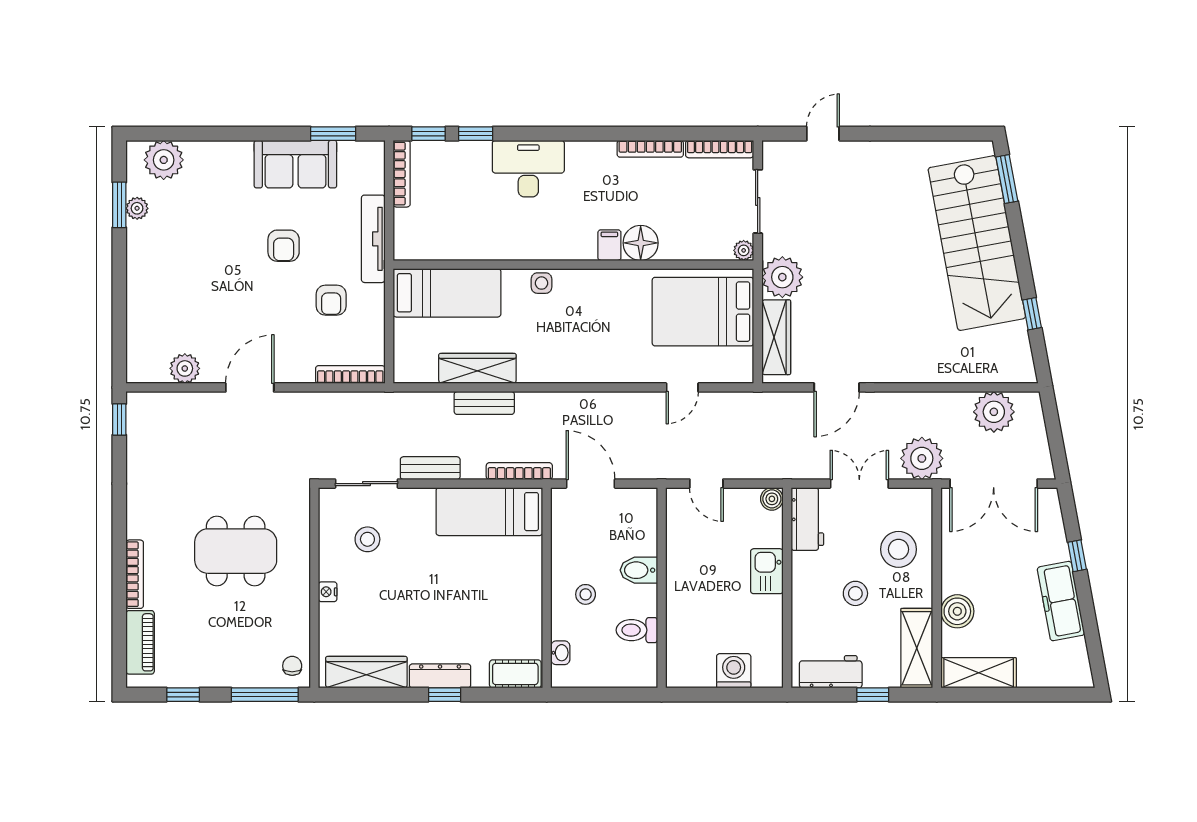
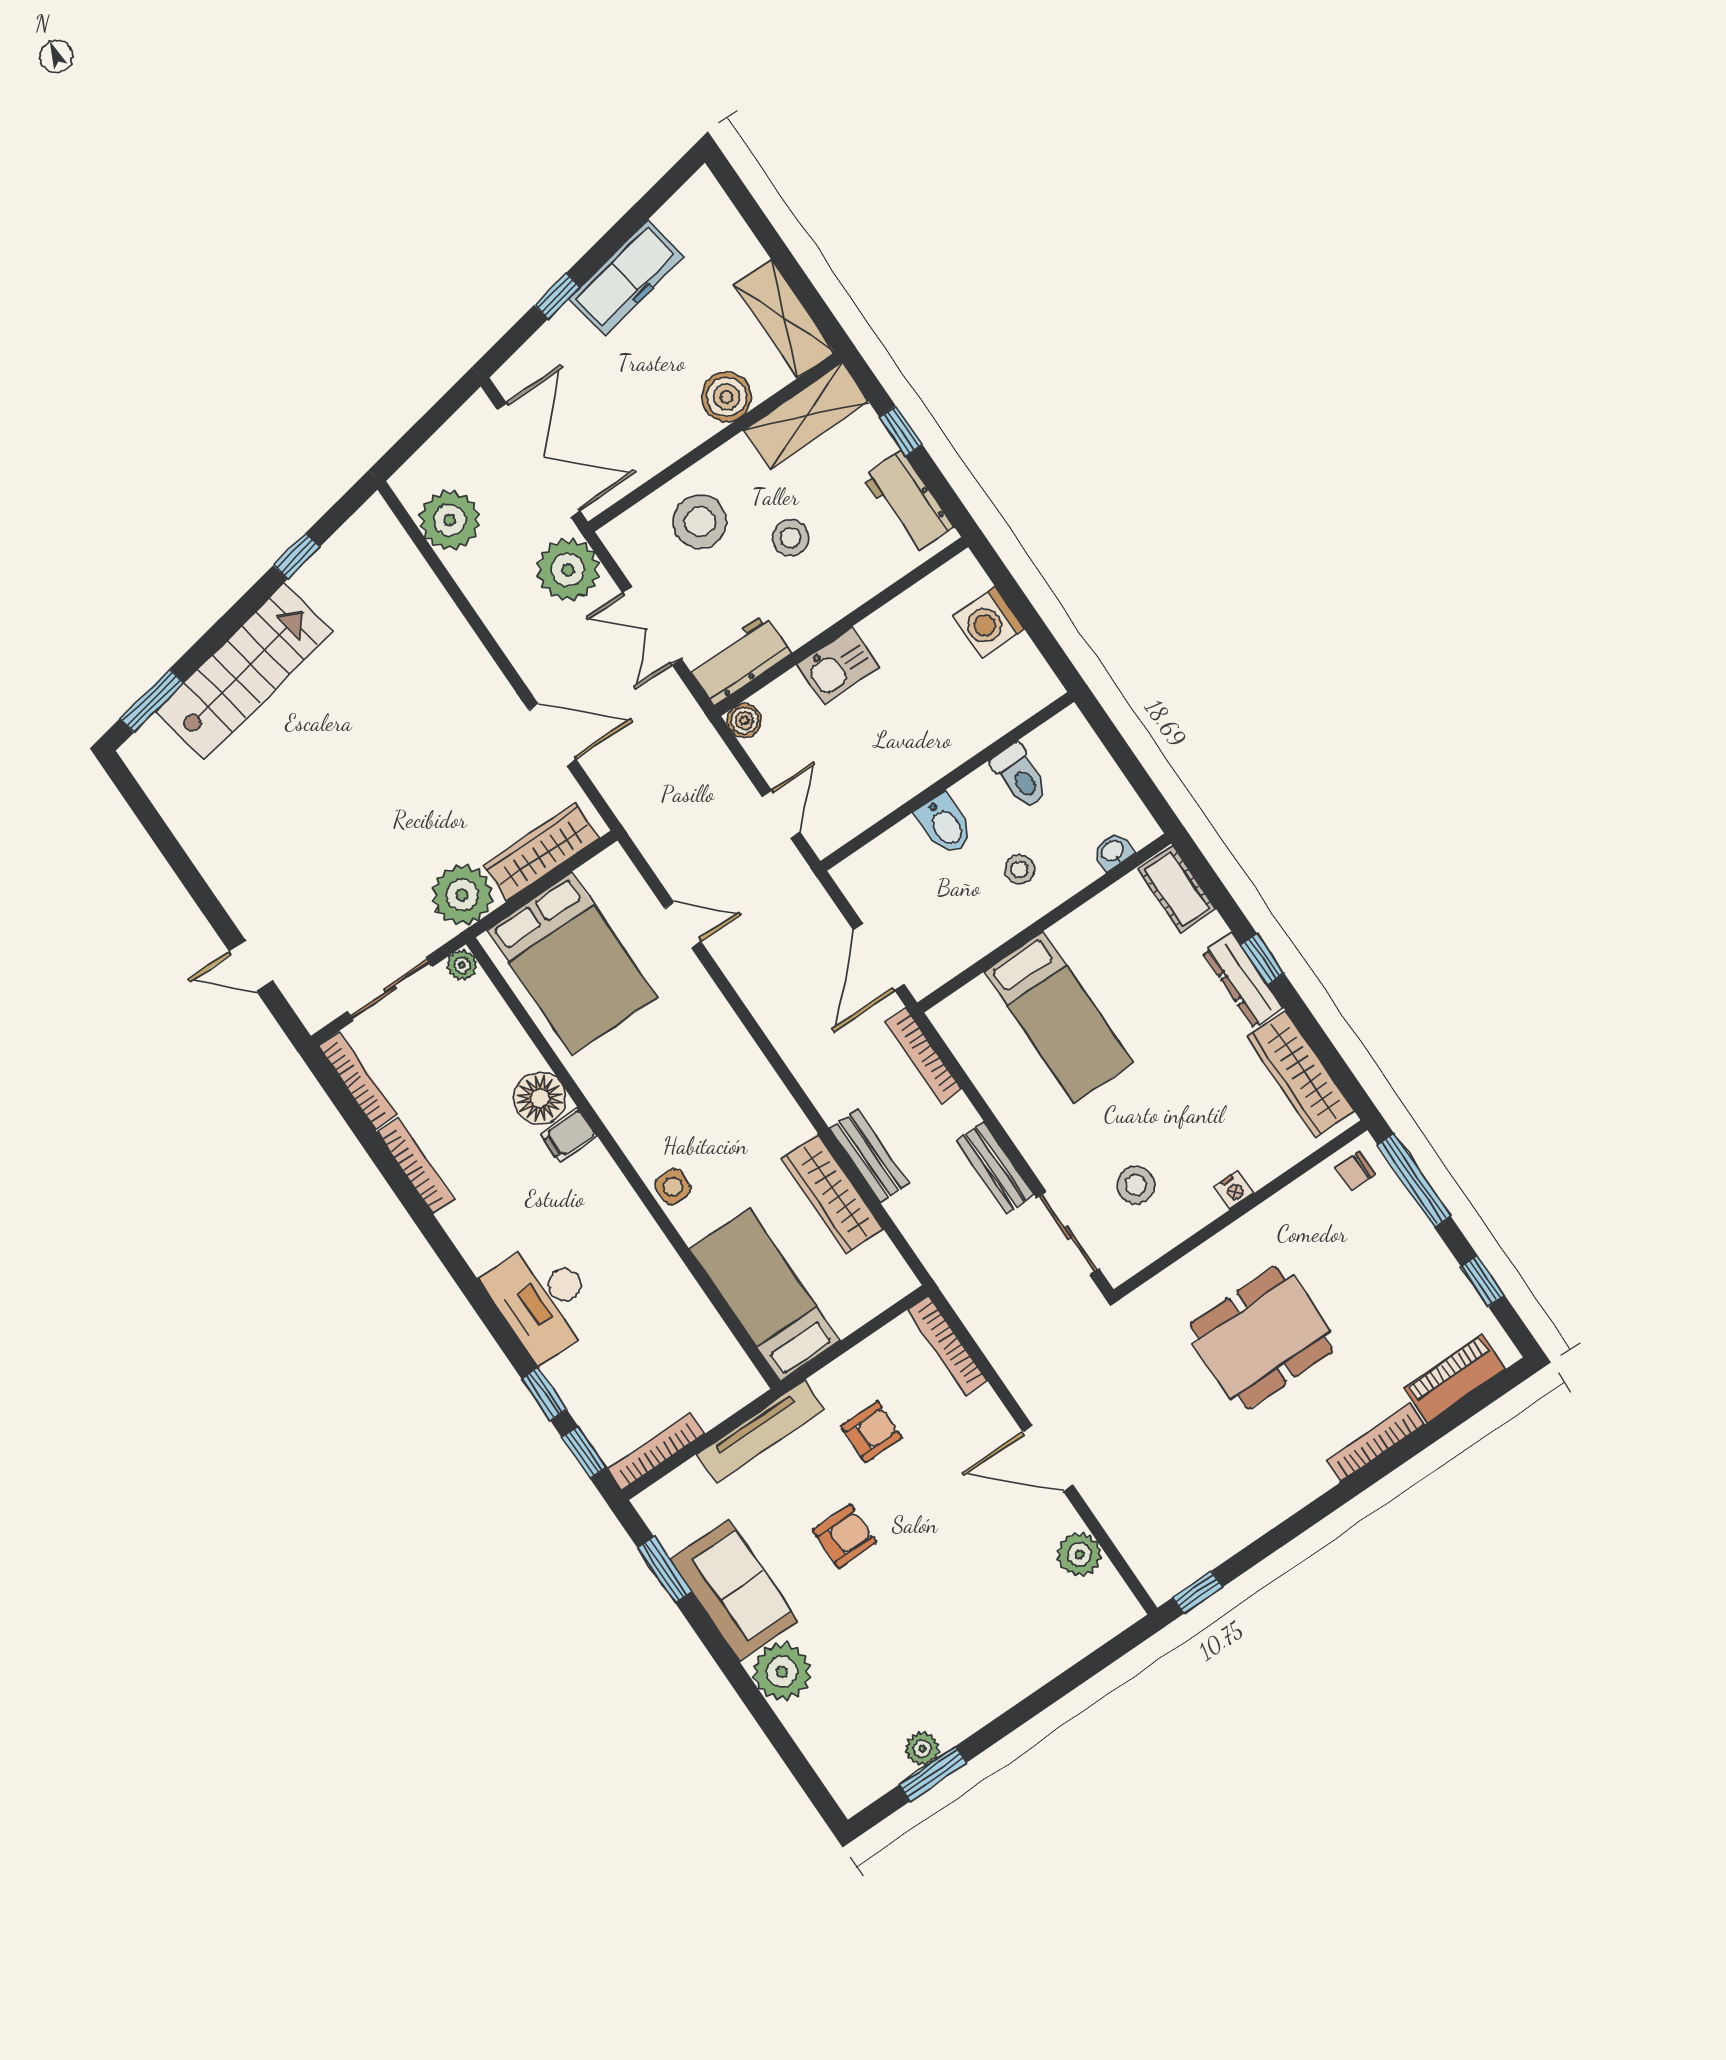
plant: (164, 160) -> (782, 1672), moved
stairs: (977, 243) -> (244, 671), width x0.73, depth x0.66
bed: (489, 512) -> (1058, 1017), moved
dining table: (236, 551) -> (1262, 1338), turned 90

